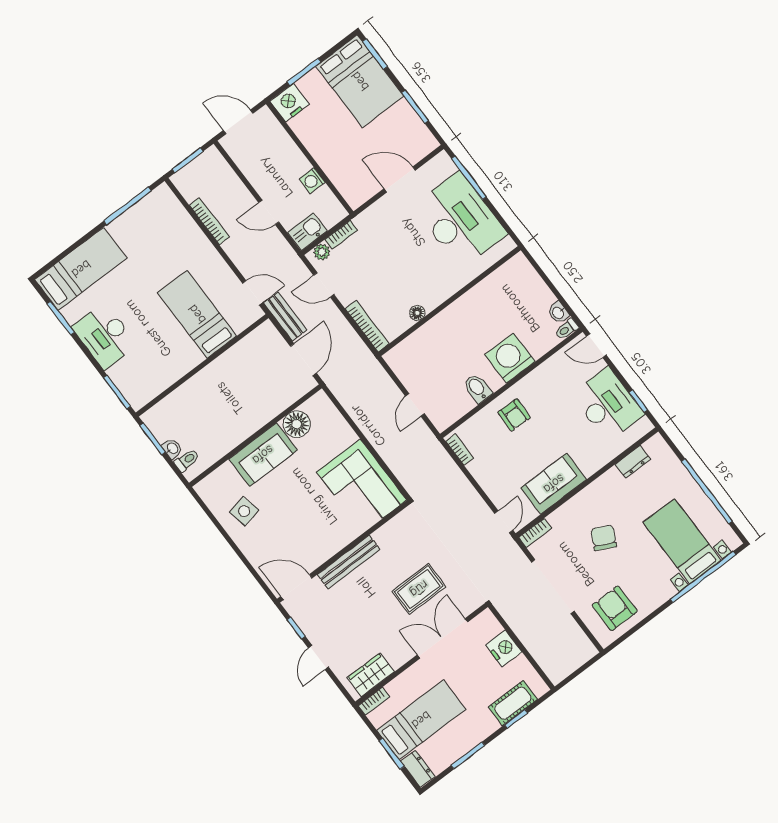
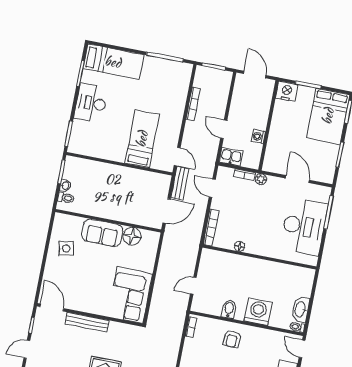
plant: (322, 252) -> (261, 179), moved
washbasin: (558, 313) -> (300, 309), width x1.91, depth x1.45

